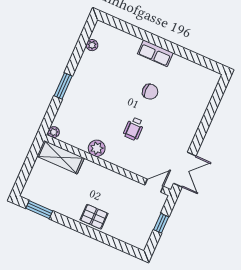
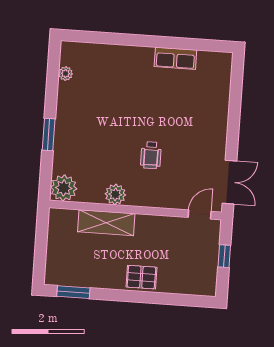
row of seats: (155, 53) -> (175, 58), moved
chair: (150, 92) -> (155, 104), removed
plant: (54, 132) -> (64, 188), width x1.88, depth x1.88
shelving: (61, 157) -> (106, 223), moved

